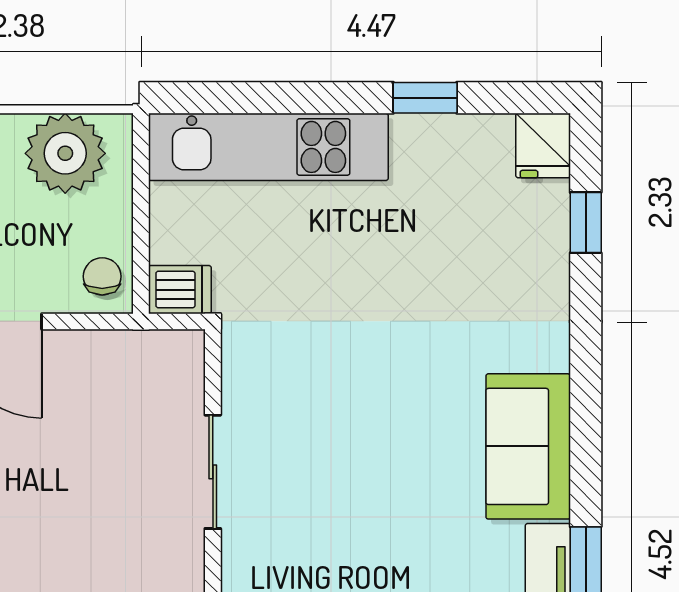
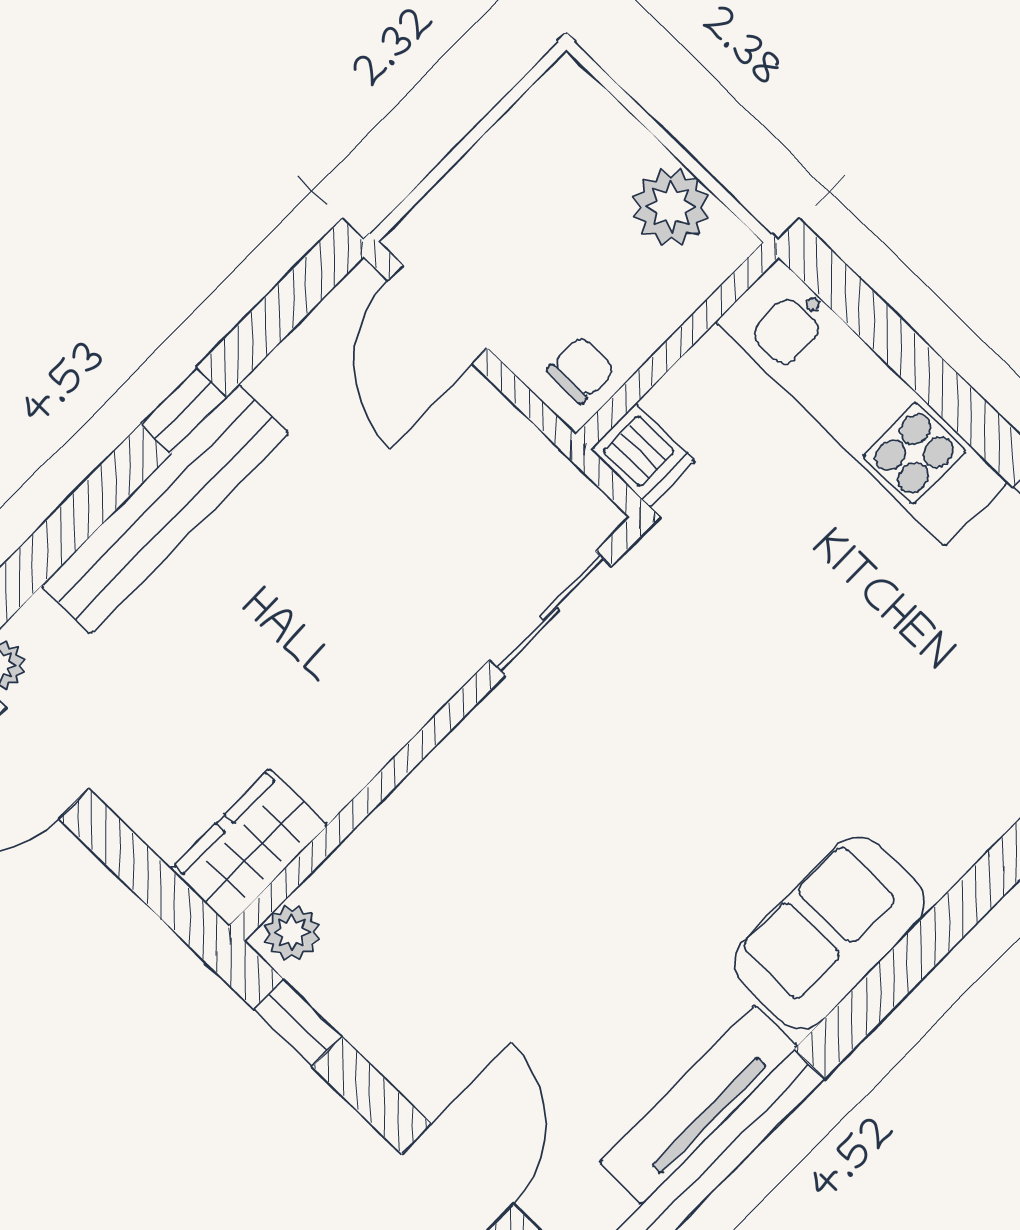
plant: (65, 153) -> (671, 207), width x0.73, depth x0.73
sliding door: (213, 472) -> (550, 613), moved

